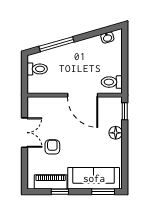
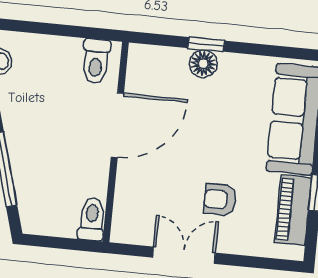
toilet: (37, 69) -> (92, 219), moved
window: (125, 111) -> (206, 44), moved

